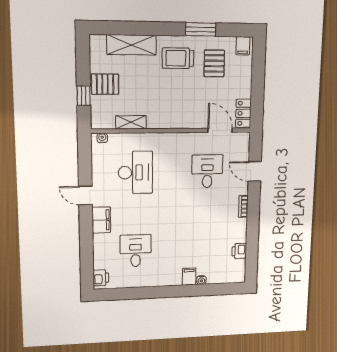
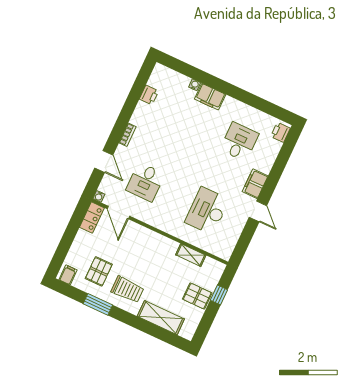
water cooler: (102, 138) -> (99, 196), moved
desk: (136, 251) -> (239, 142), turned 180
filing cabinet: (189, 277) -> (210, 97), width x2.00

